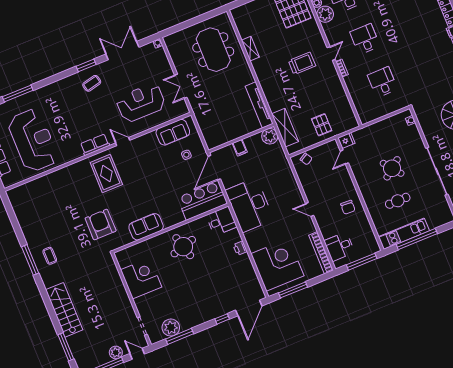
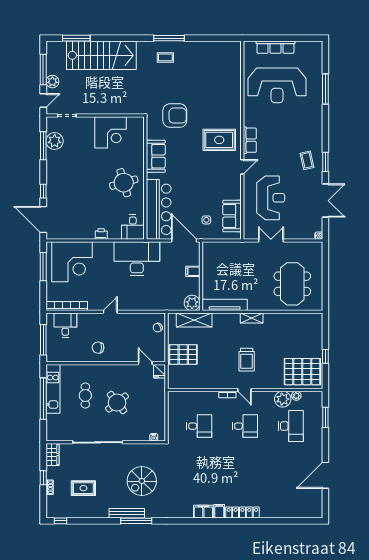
shelving: (250, 49) -> (252, 318), moved
meeting table: (213, 50) -> (292, 284), turned 90
pallet: (322, 125) -> (183, 355), width x1.50, depth x1.42
bar counter: (202, 201) -> (159, 209), width x1.36
stairs: (64, 310) -> (101, 55), width x1.36, depth x1.51

